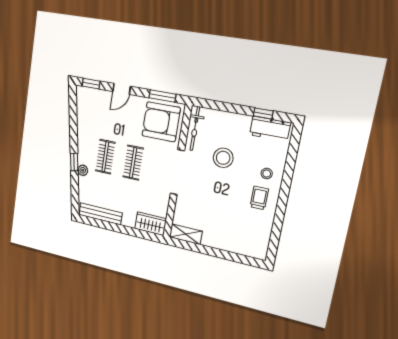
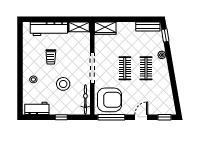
window: (162, 96) -> (111, 117), width x1.44
window: (263, 113) -> (61, 117), moved
window: (74, 162) -> (165, 35), moved
trolley: (259, 198) -> (51, 57), moved
bench: (100, 214) -> (148, 26), width x0.73
workbench: (229, 242) -> (49, 29), added

